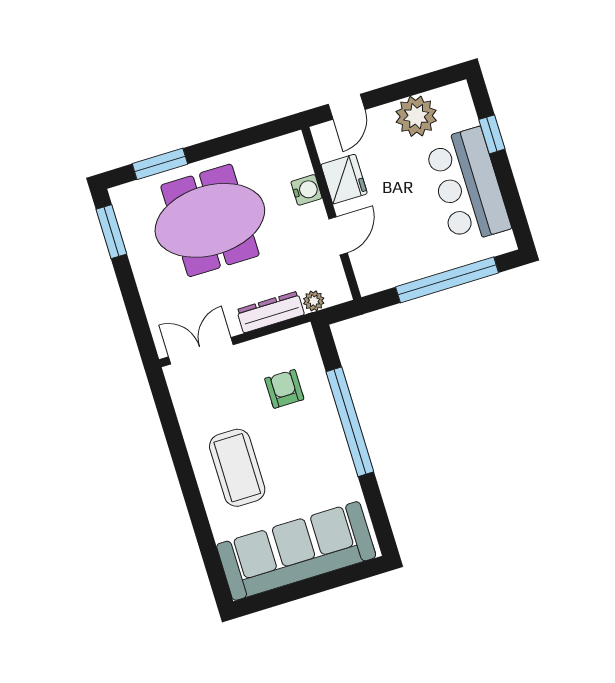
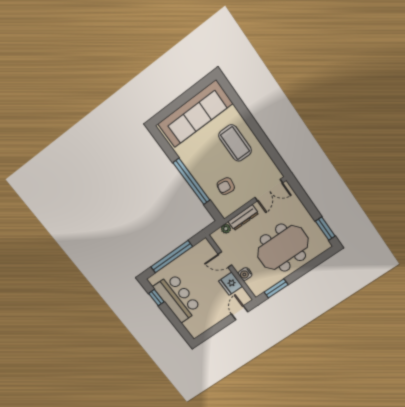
plant: (416, 116) -> (209, 318), removed
window: (492, 134) -> (156, 298), moved
window: (160, 164) -> (276, 288), moved
door: (338, 236) -> (225, 260), hinge flipped
armchair: (284, 389) -> (226, 186), turned 99

